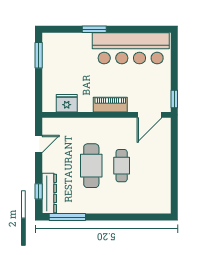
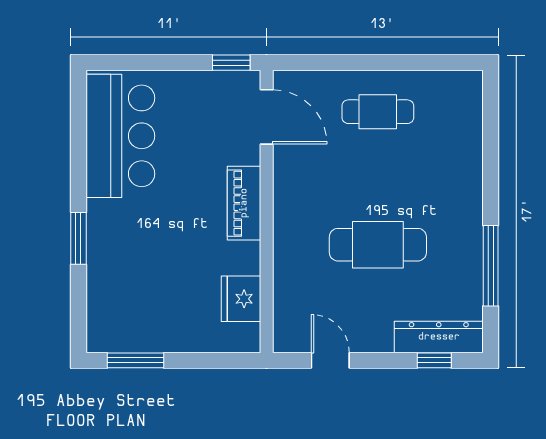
bar counter: (131, 48) -> (120, 136), width x0.73
cafe table: (122, 166) -> (378, 112), moved
window: (67, 217) -> (491, 266), moved

